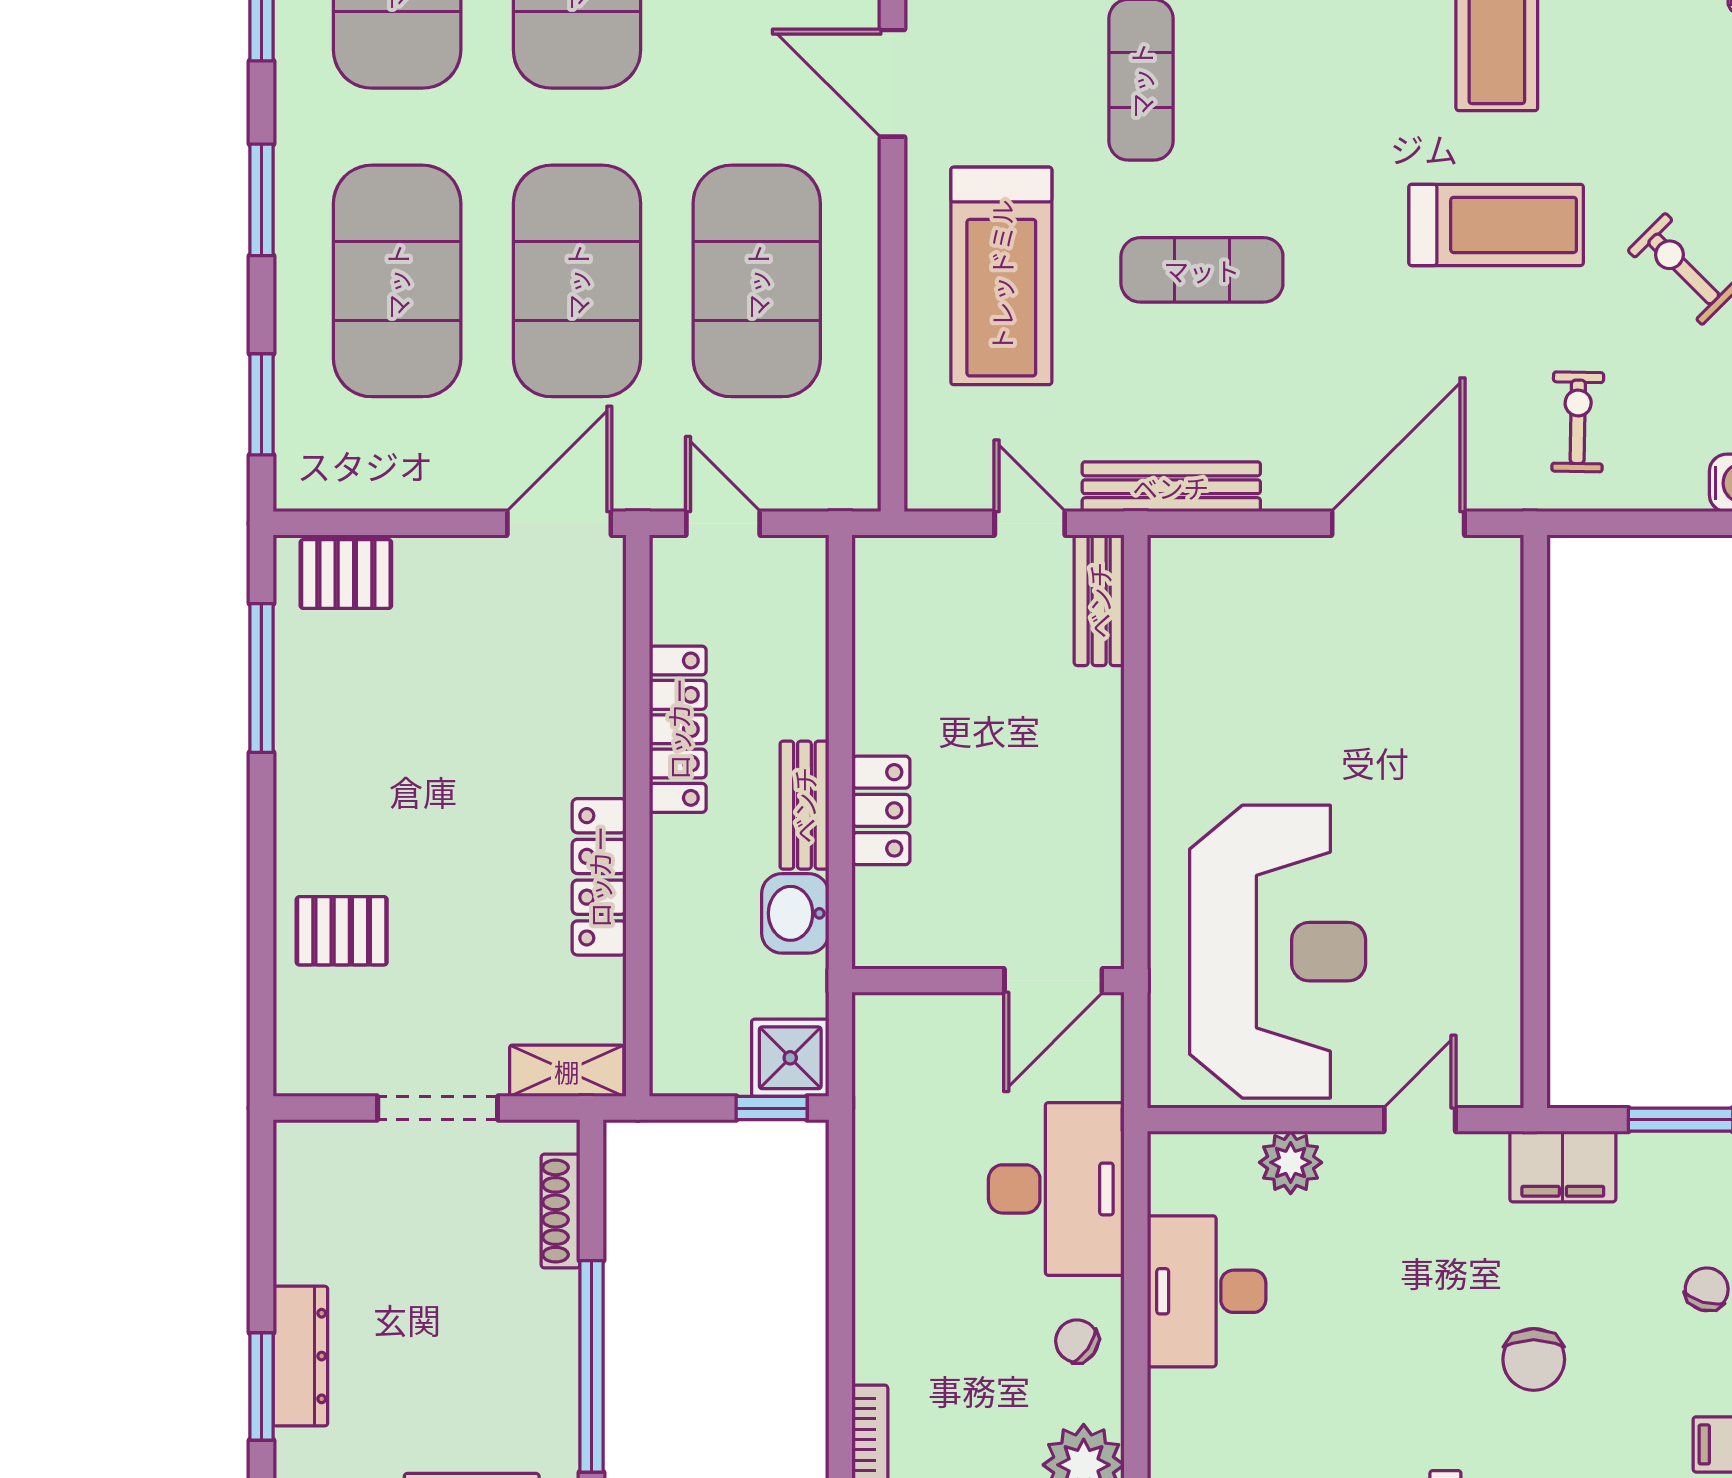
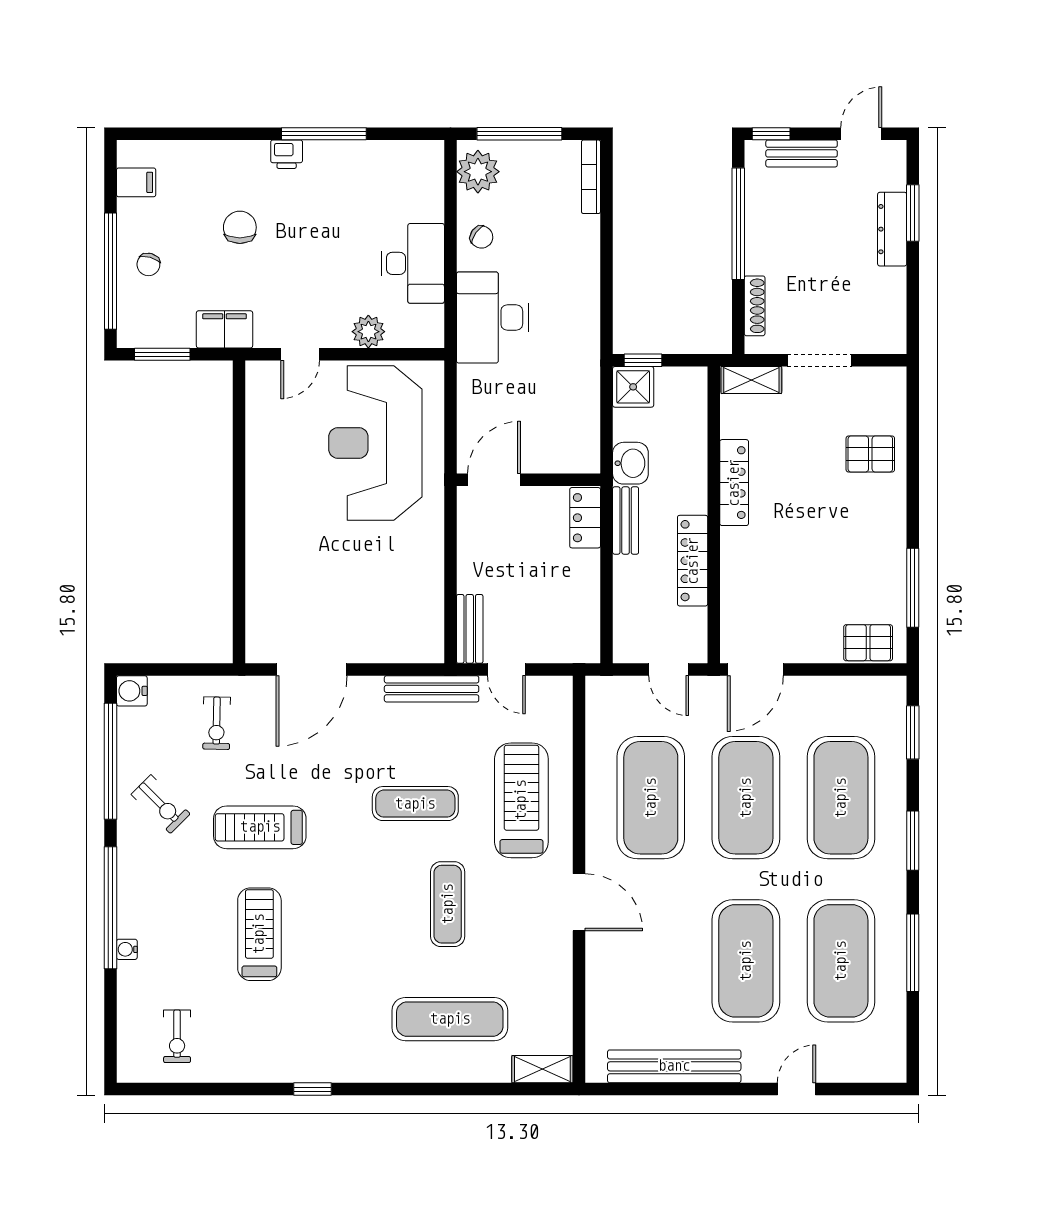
wall: (988, 981) -> (528, 480), moved
door: (1053, 981) -> (494, 480), moved

